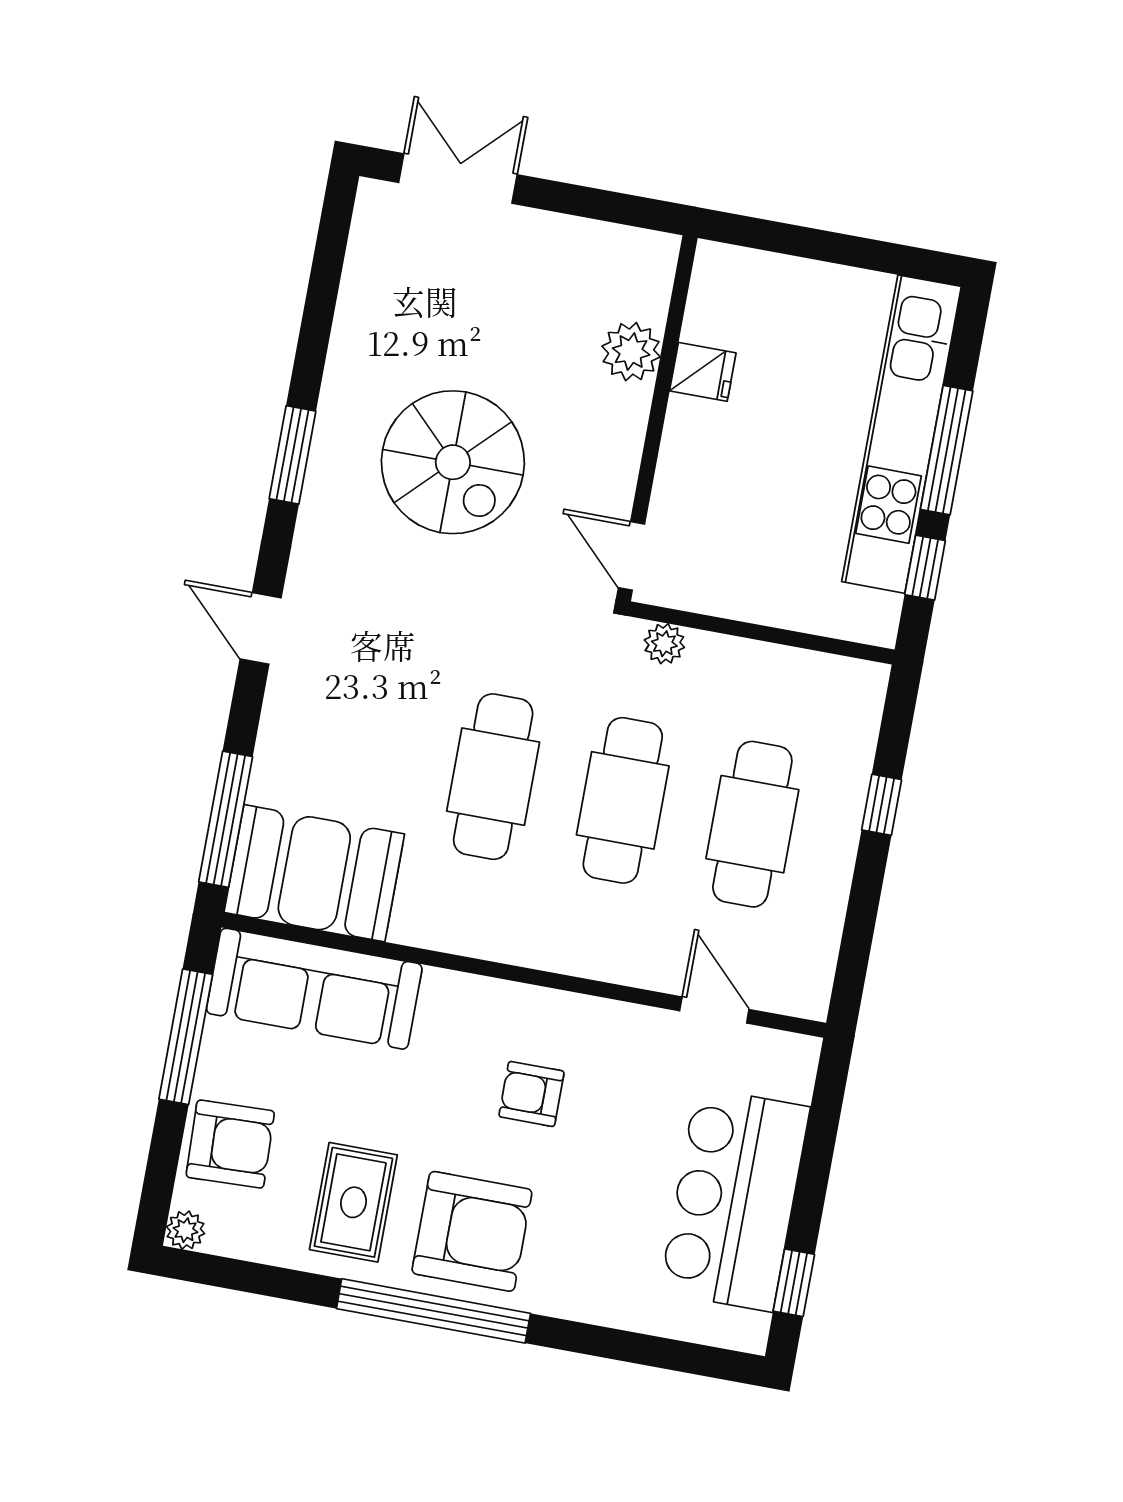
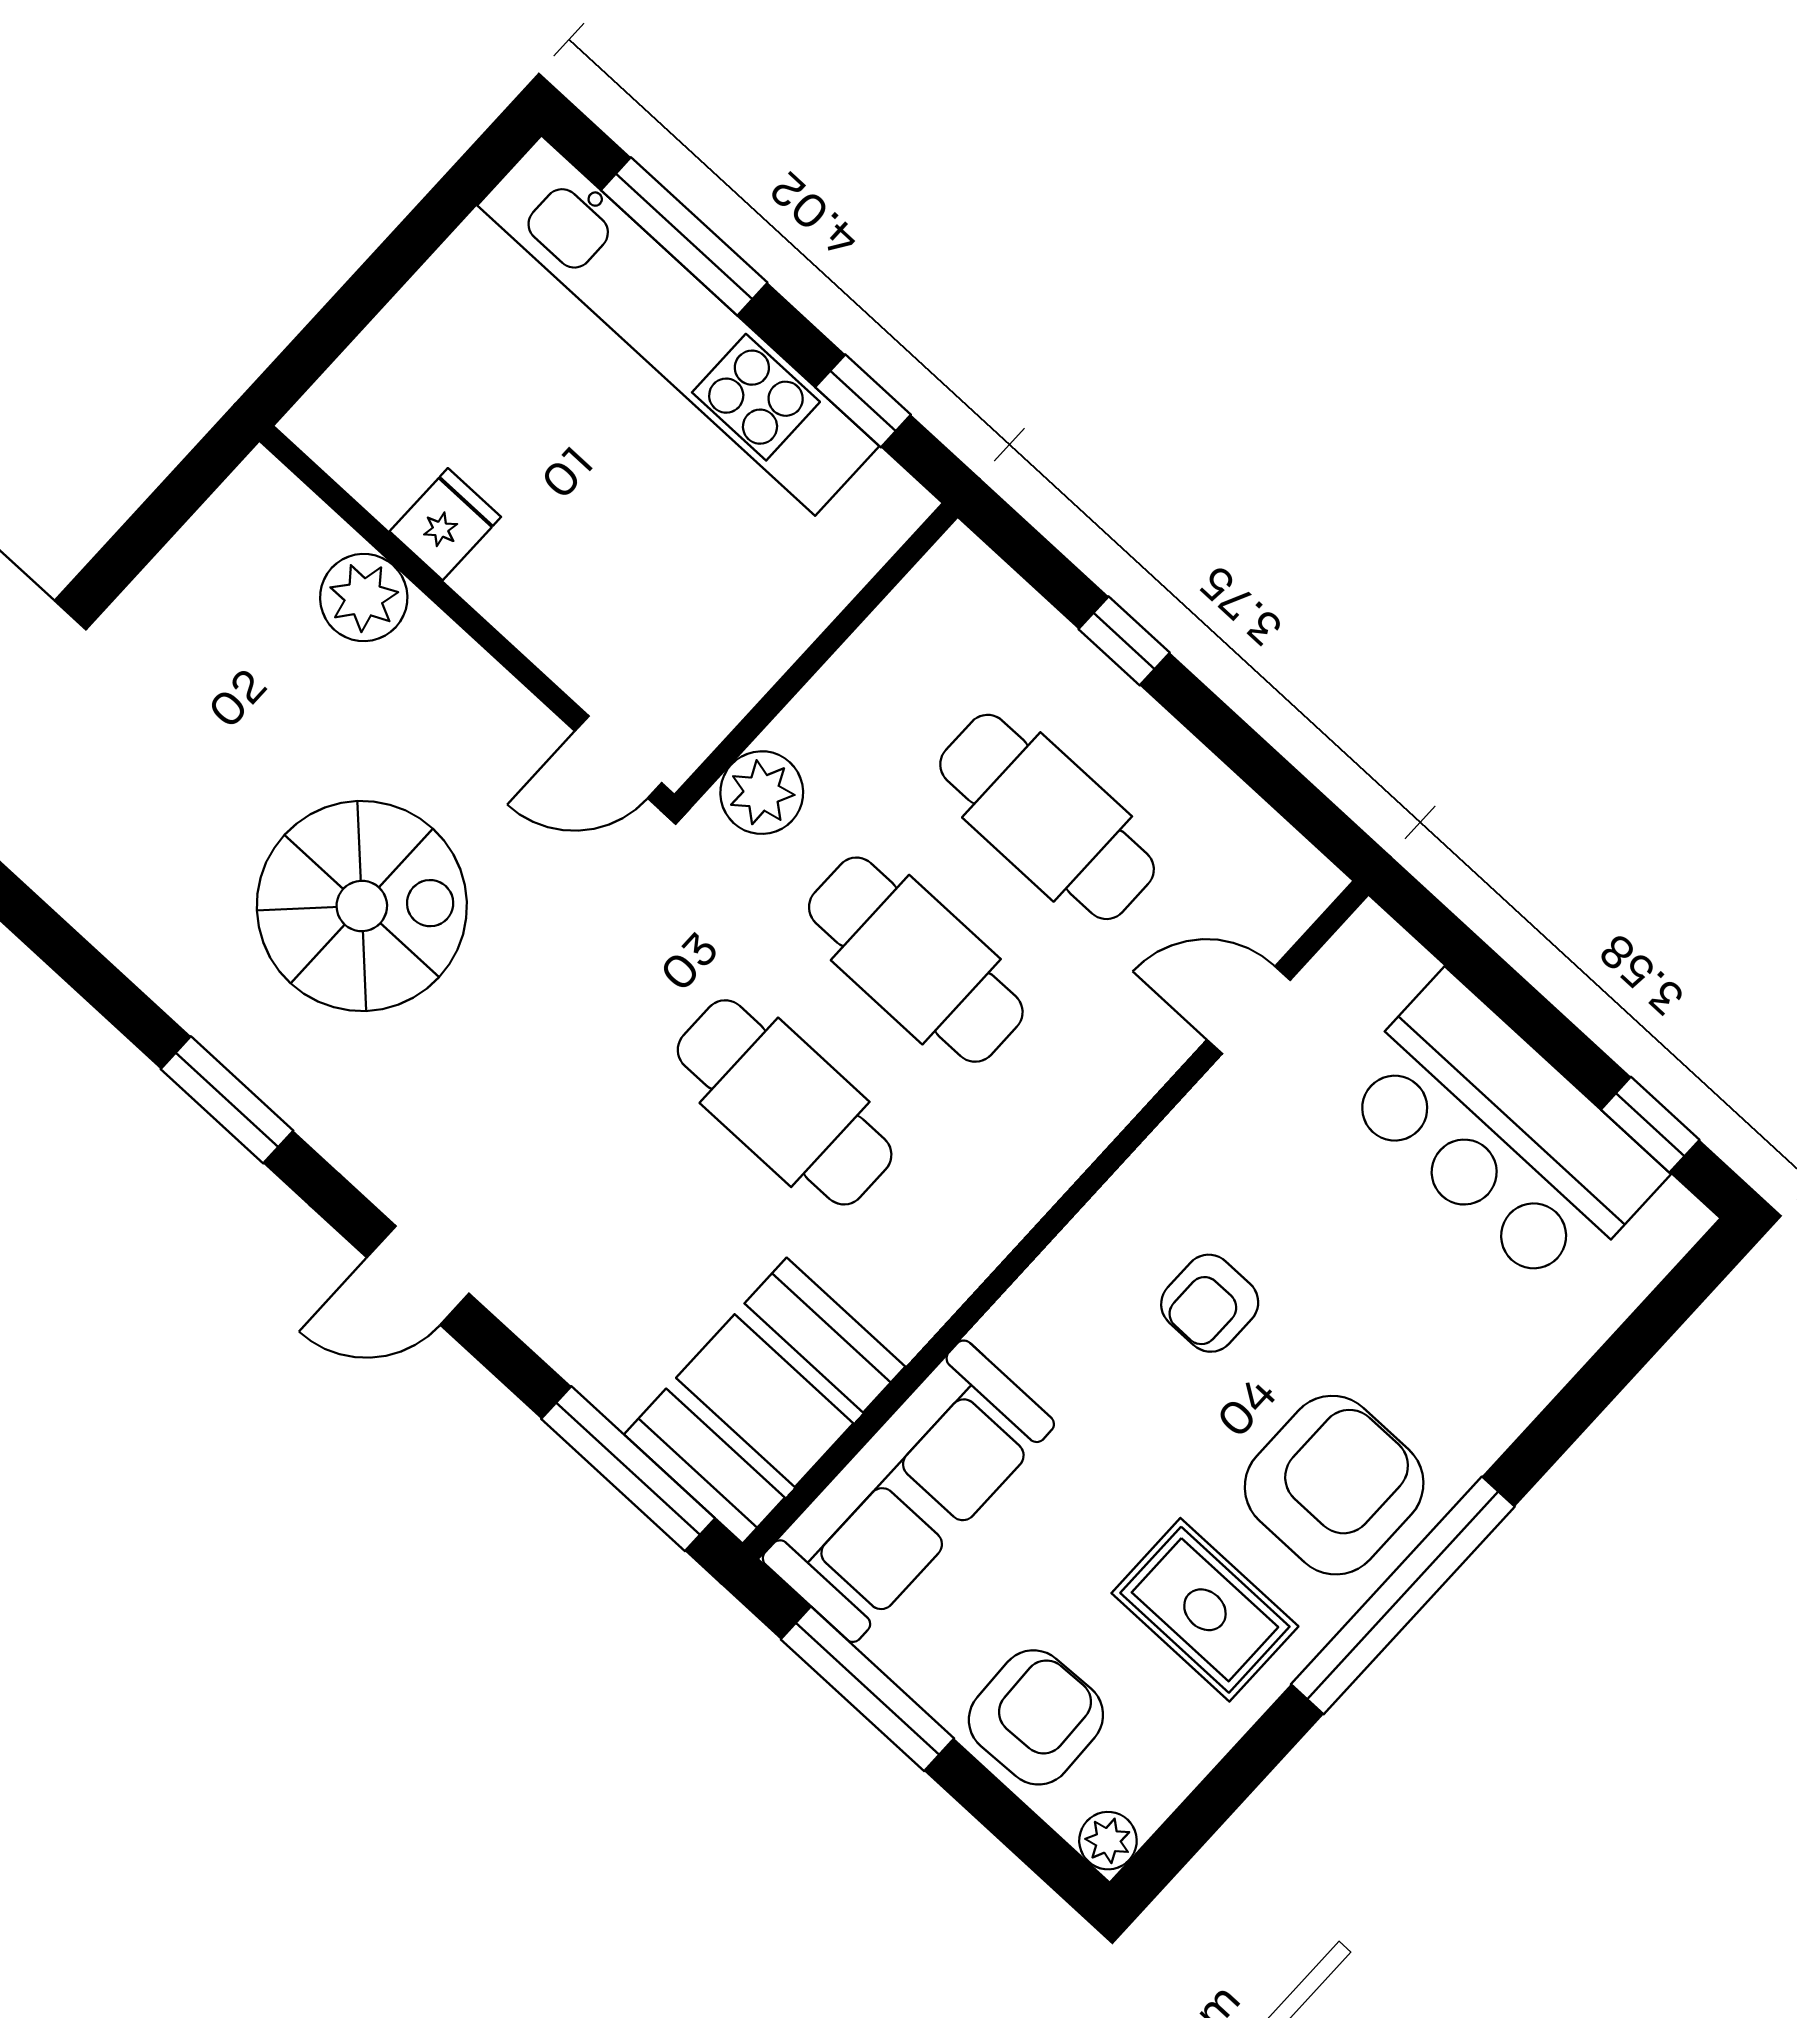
window: (947, 450) -> (684, 236), moved
plant: (664, 644) -> (762, 793), width x1.38, depth x1.38

